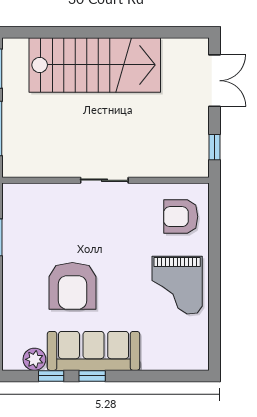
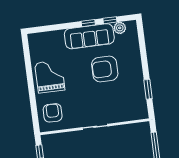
armchair: (181, 217) -> (53, 113), turned -90
armchair: (72, 286) -> (105, 69), turned -90

